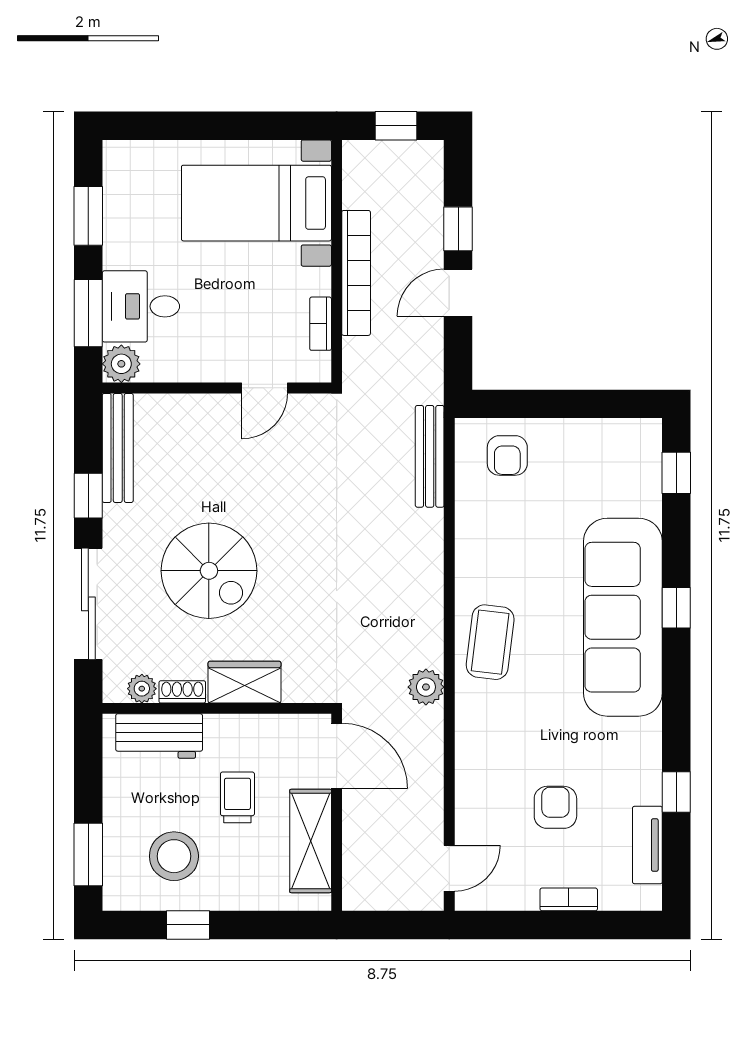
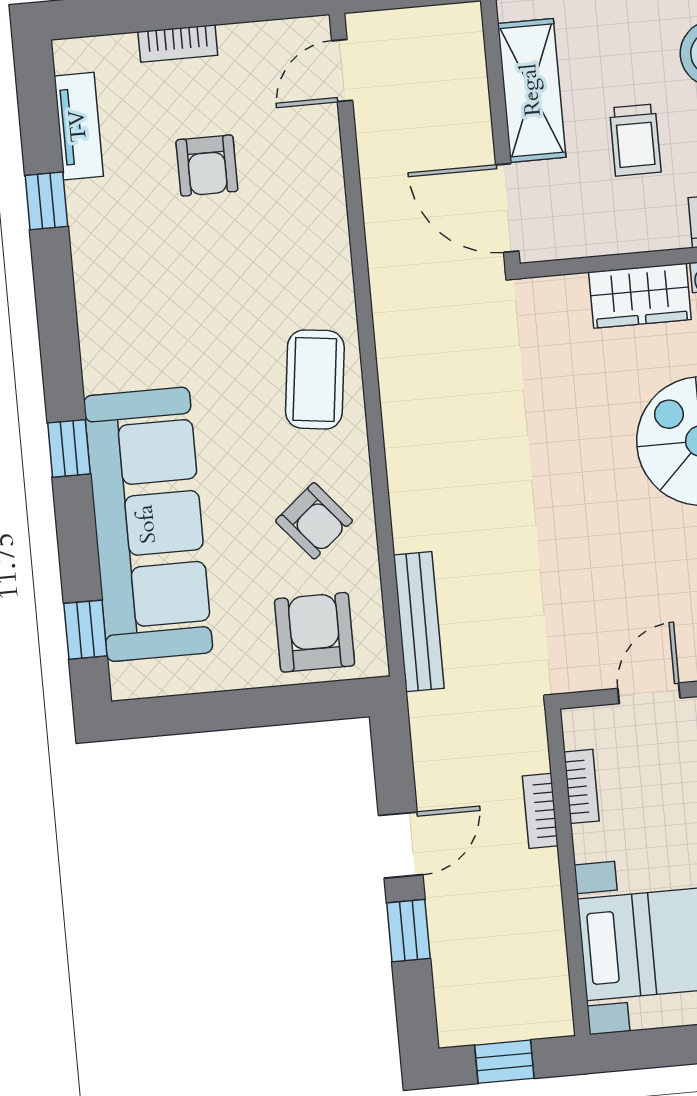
bookcase: (356, 273) -> (540, 811), width x0.43, depth x0.76
armchair: (507, 455) -> (315, 632), width x1.38, depth x1.38
armchair: (500, 538) -> (314, 521), added
sofa: (623, 617) -> (148, 524), moved
plant: (426, 687) -> (396, 311), removed

